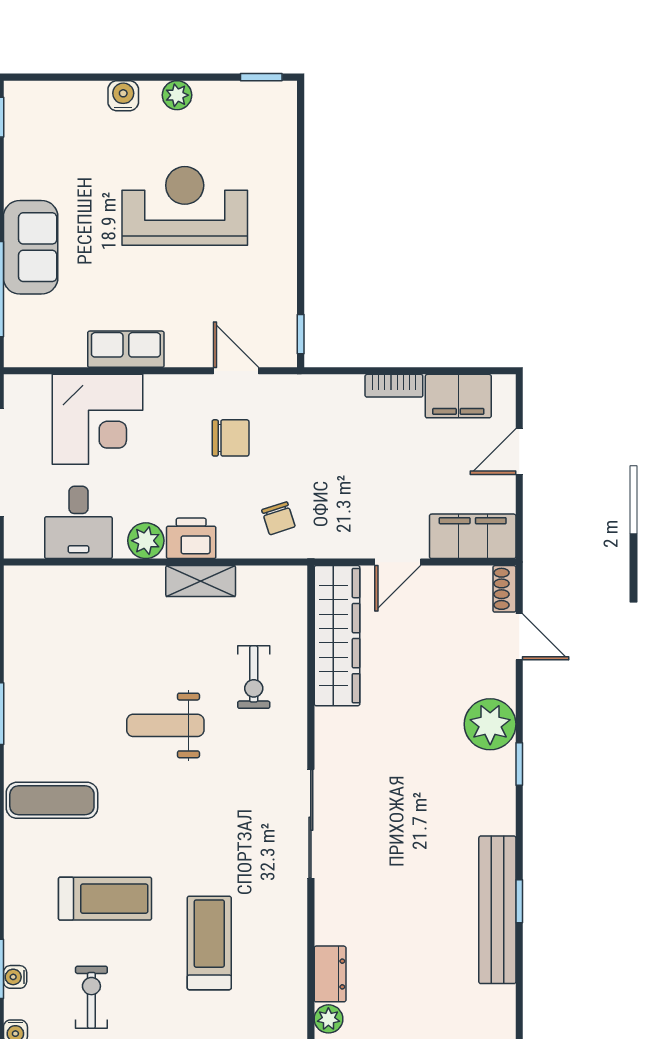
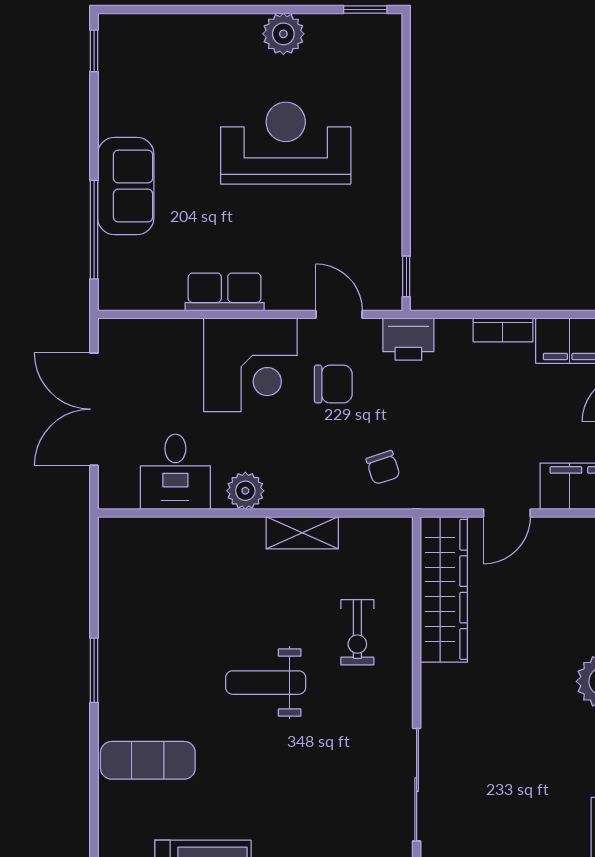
plant: (177, 95) -> (283, 34), width x1.38, depth x1.38
water cooler: (123, 96) -> (222, 29), removed
corner desk: (97, 419) -> (250, 365), moved
printer: (191, 538) -> (408, 339), moved, turned 180

